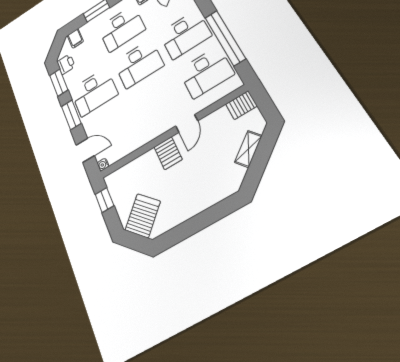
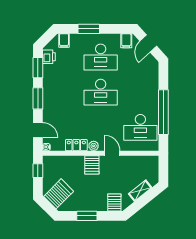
desk: (185, 35) -> (140, 92), removed
desk: (94, 92) -> (61, 92), removed
server rack: (241, 105) -> (114, 203), moved, turned 90
door: (187, 123) -> (112, 153), swing flipped
plant: (159, 129) -> (94, 146), added
locker: (138, 141) -> (76, 145), added
window: (194, 225) -> (87, 216), added

